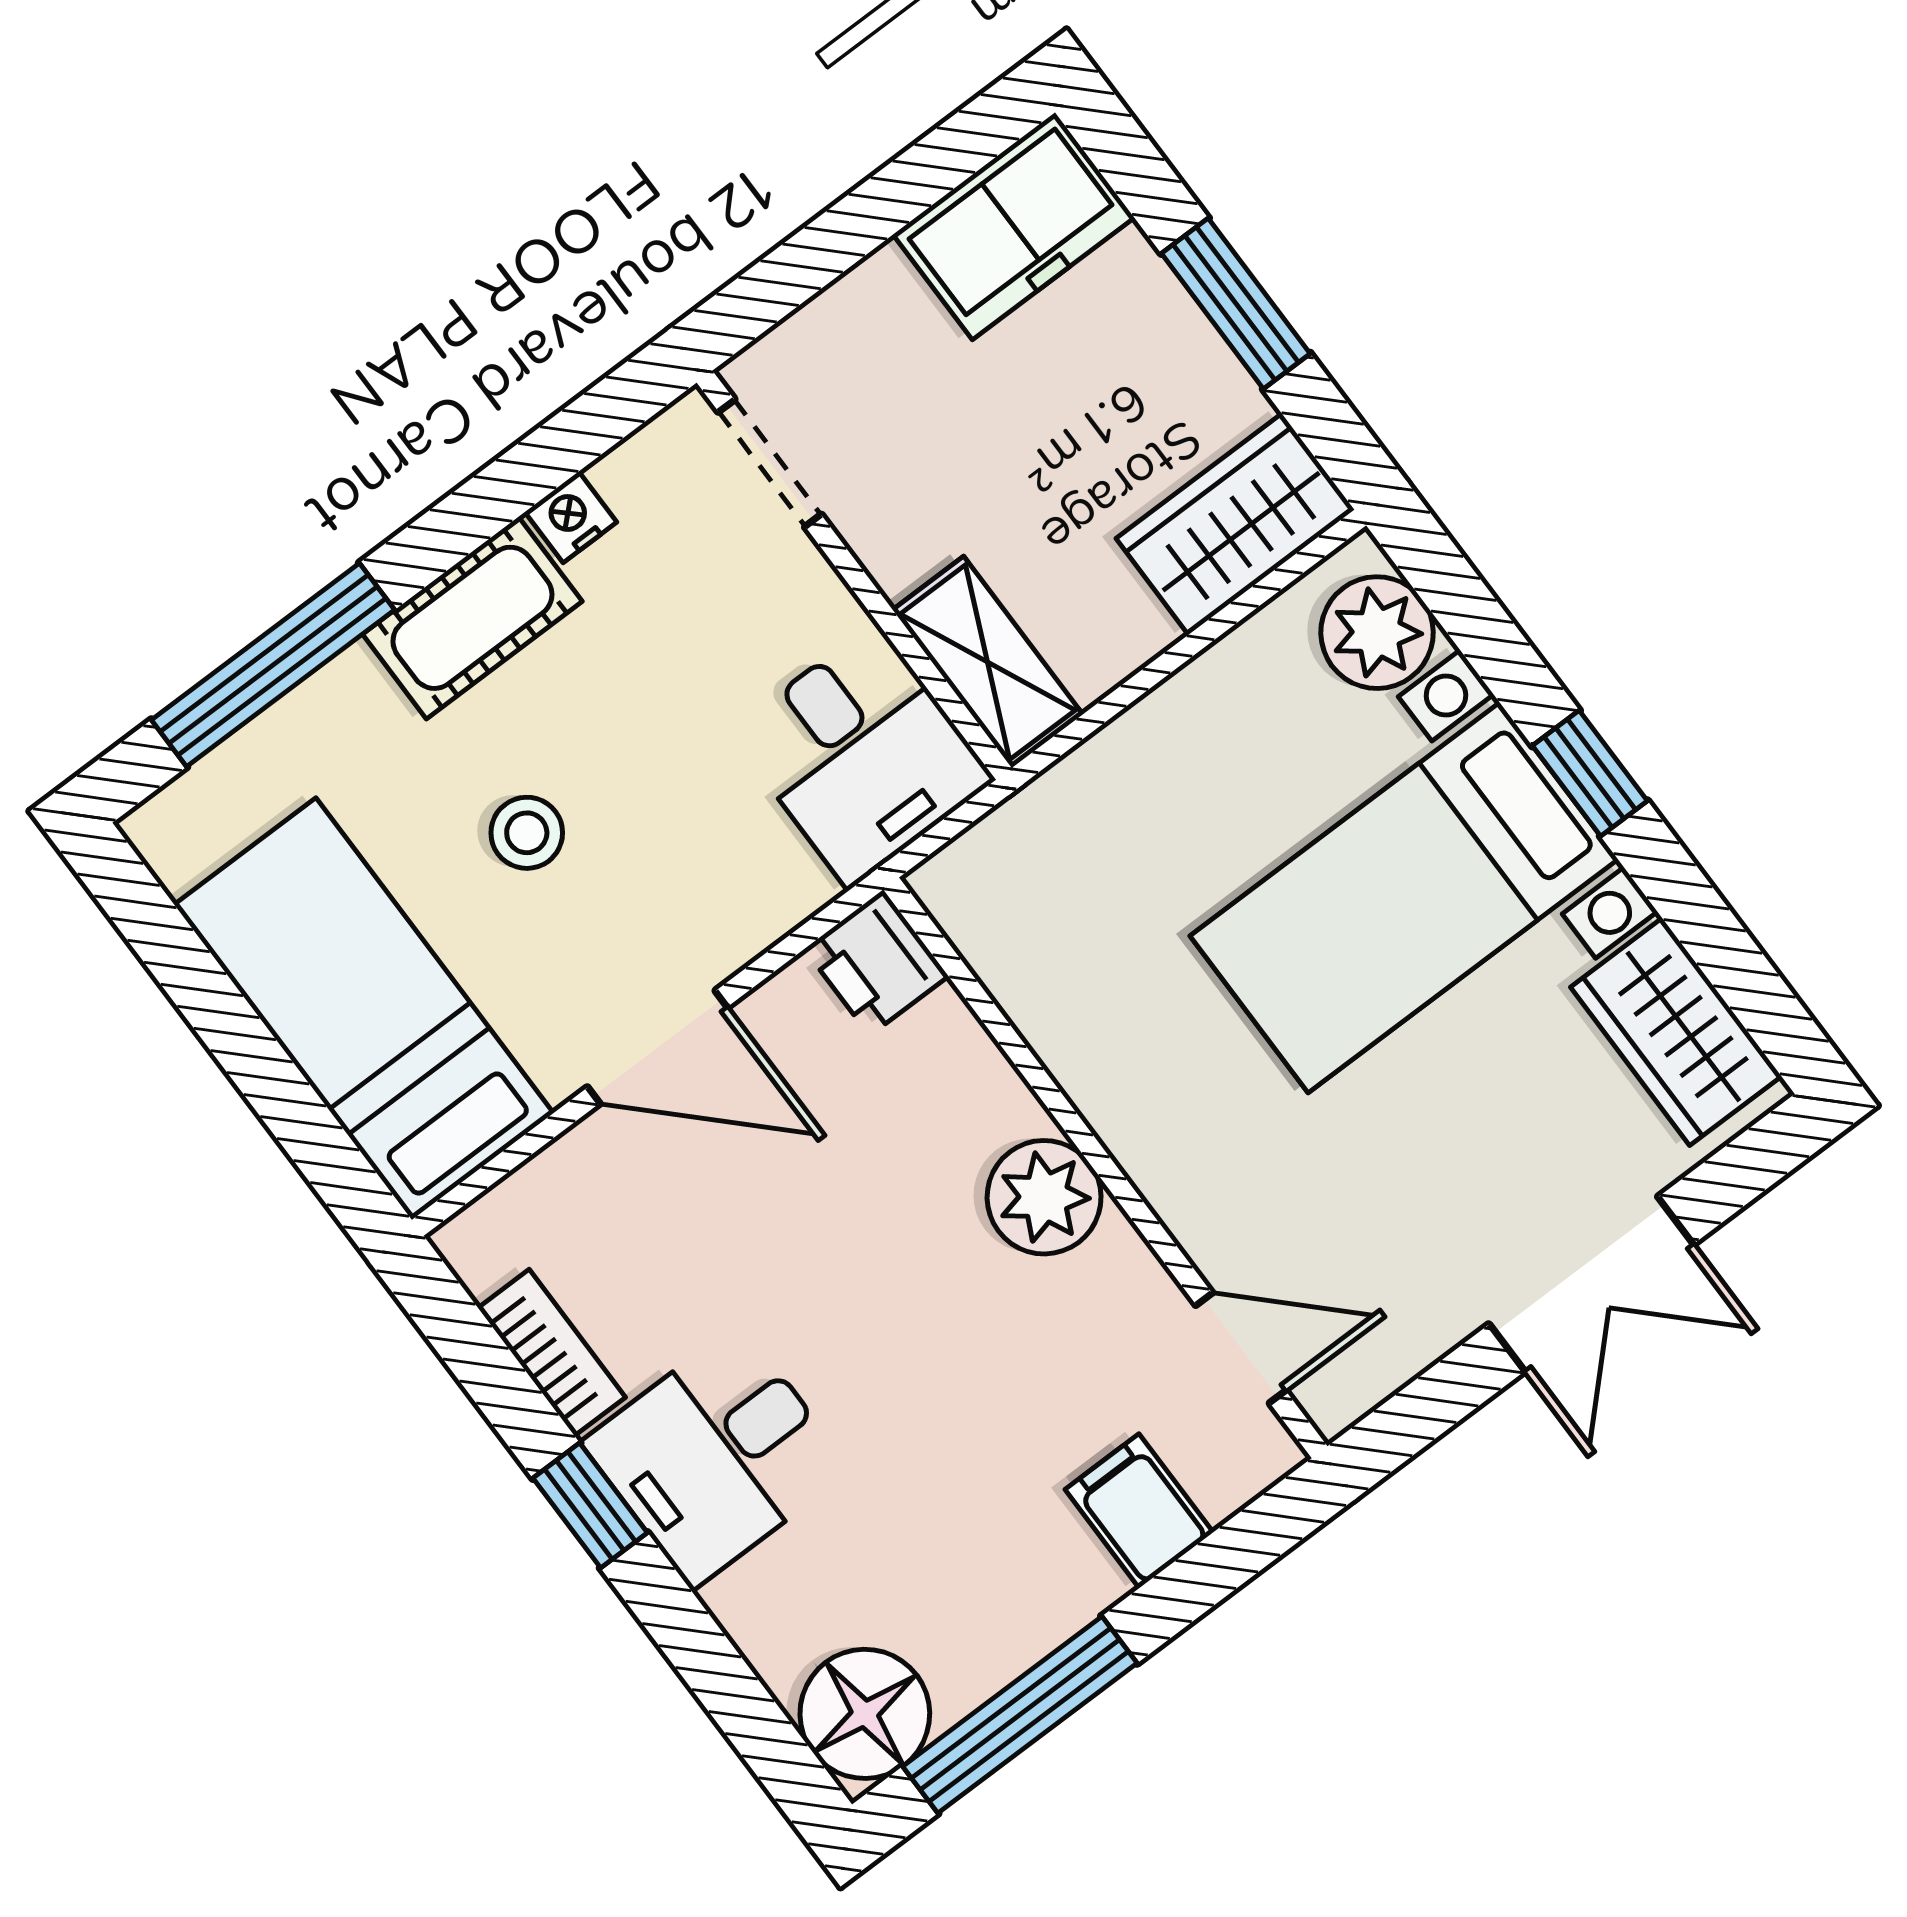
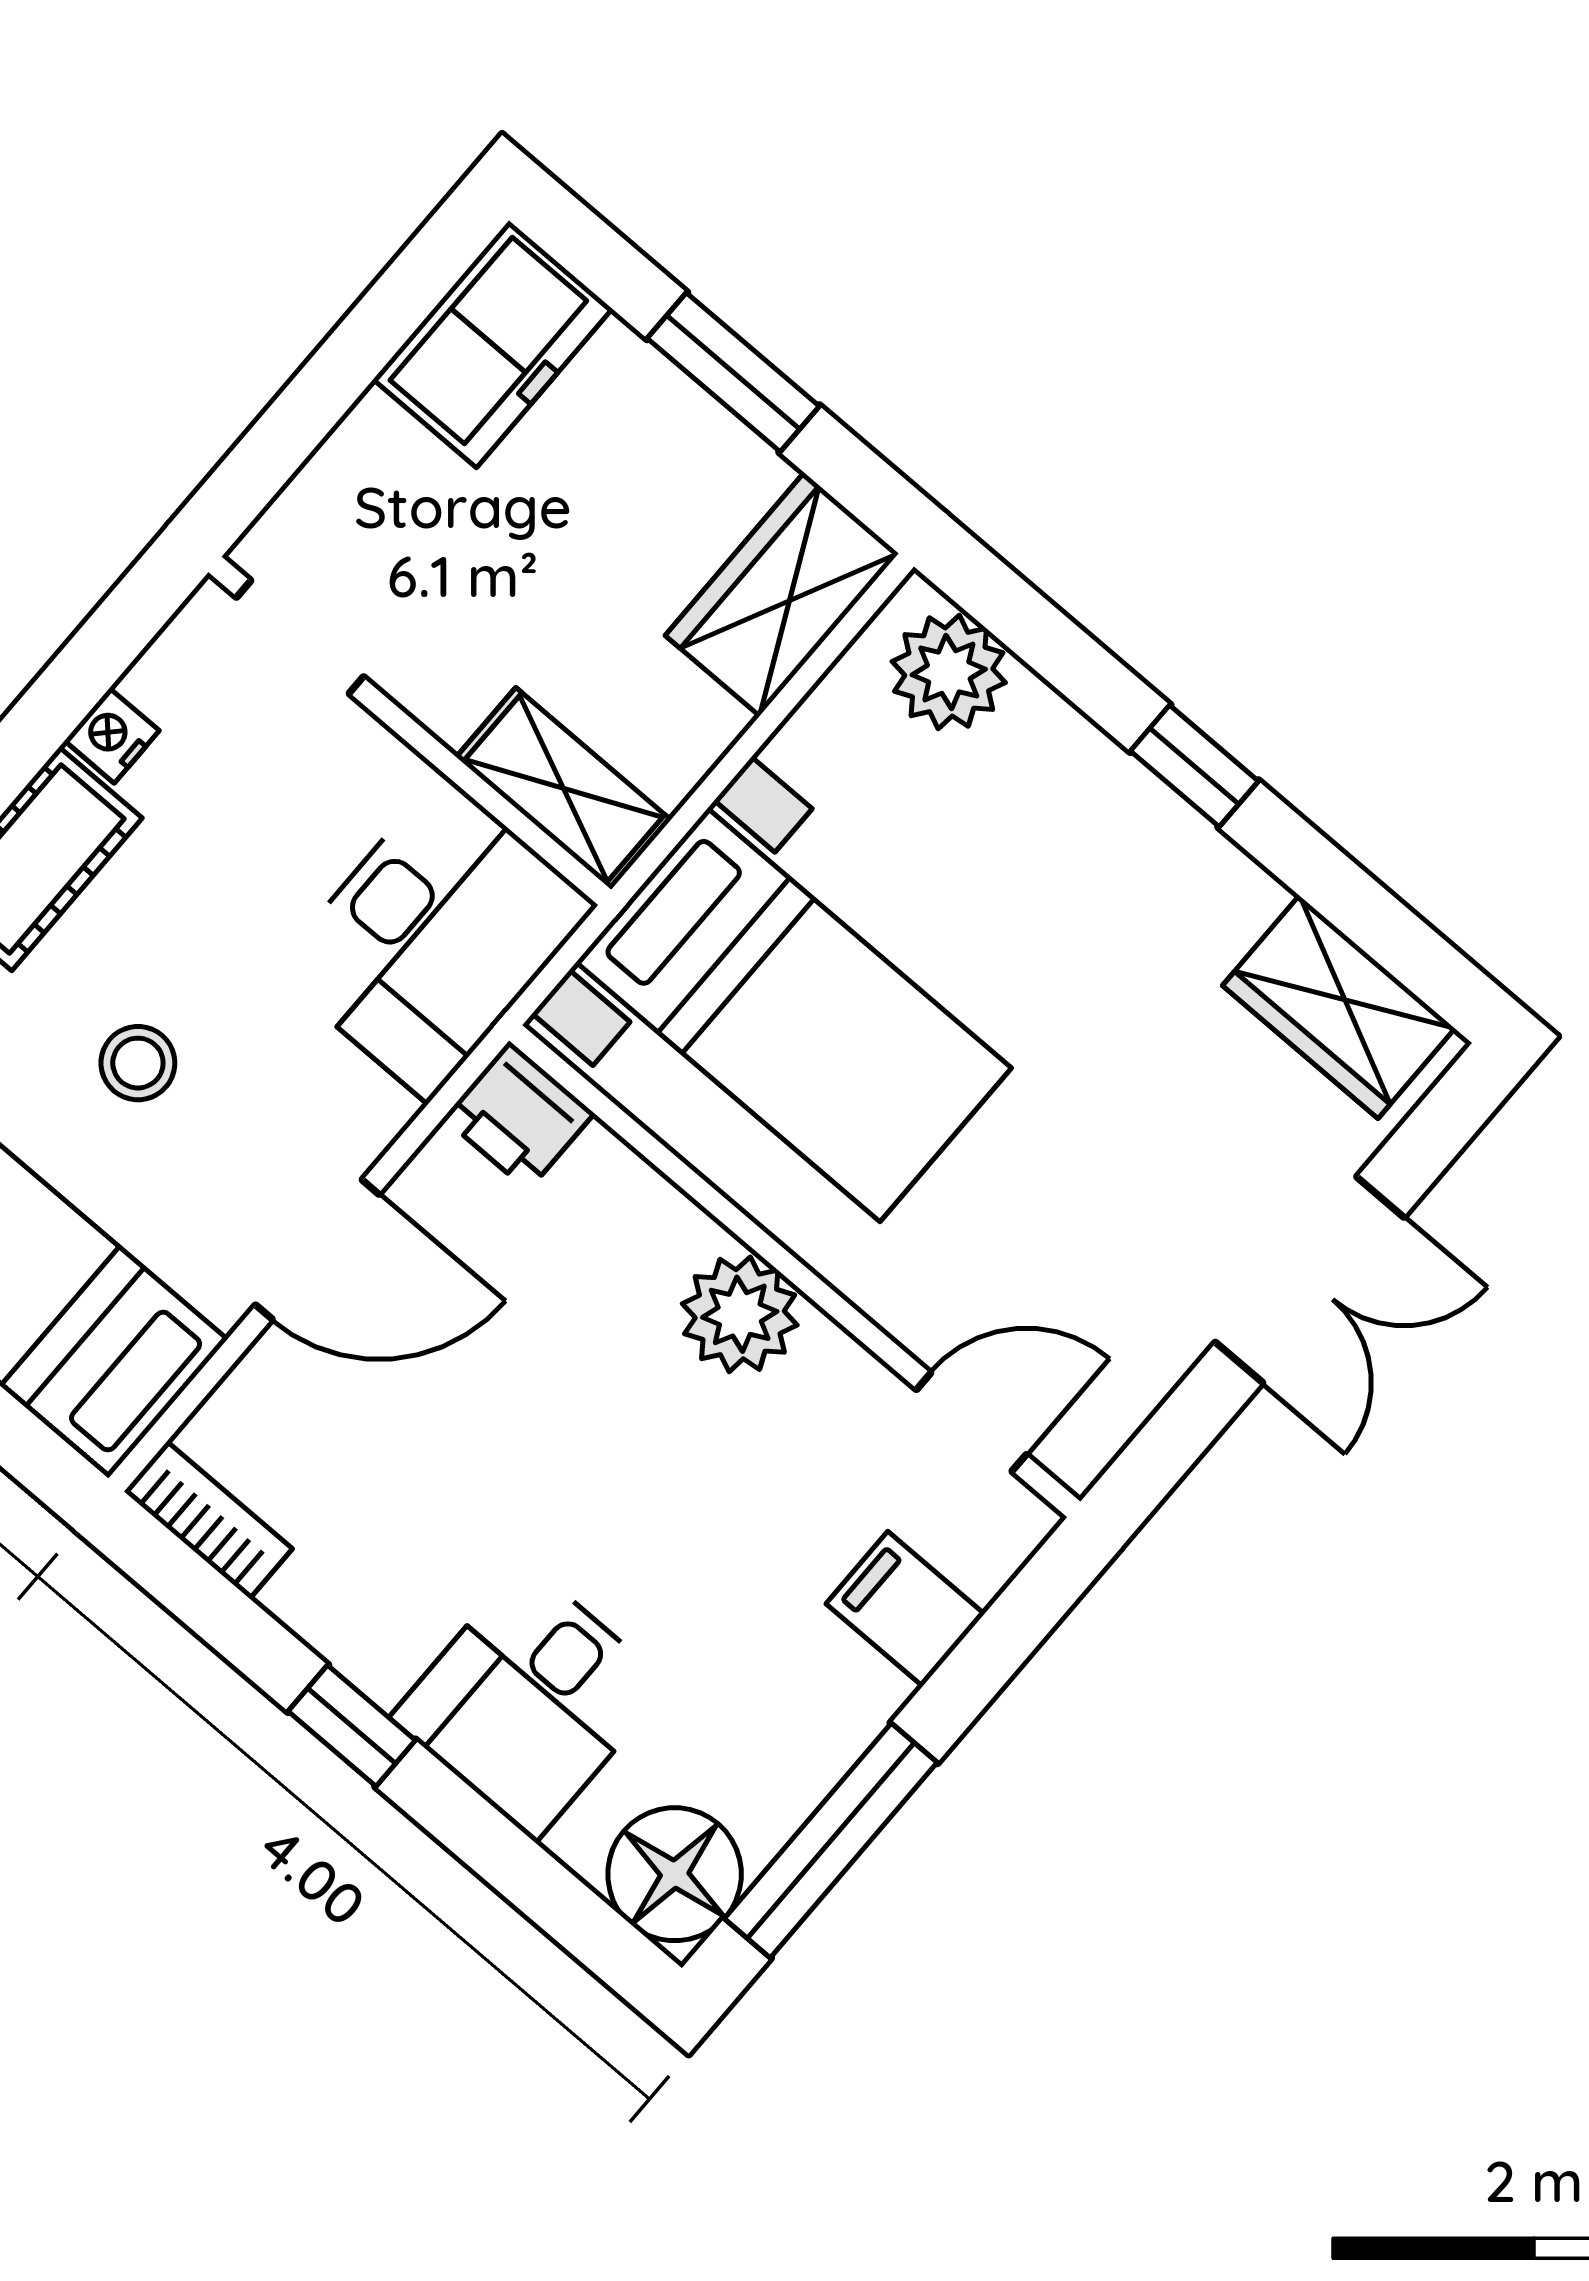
desk: (862, 756) -> (435, 938), width x1.37
bed with nightstands: (1404, 898) -> (794, 1015), moved, turned -90
bookcase: (552, 1353) -> (208, 1520), moved
desk: (716, 1456) -> (530, 1701), moved

